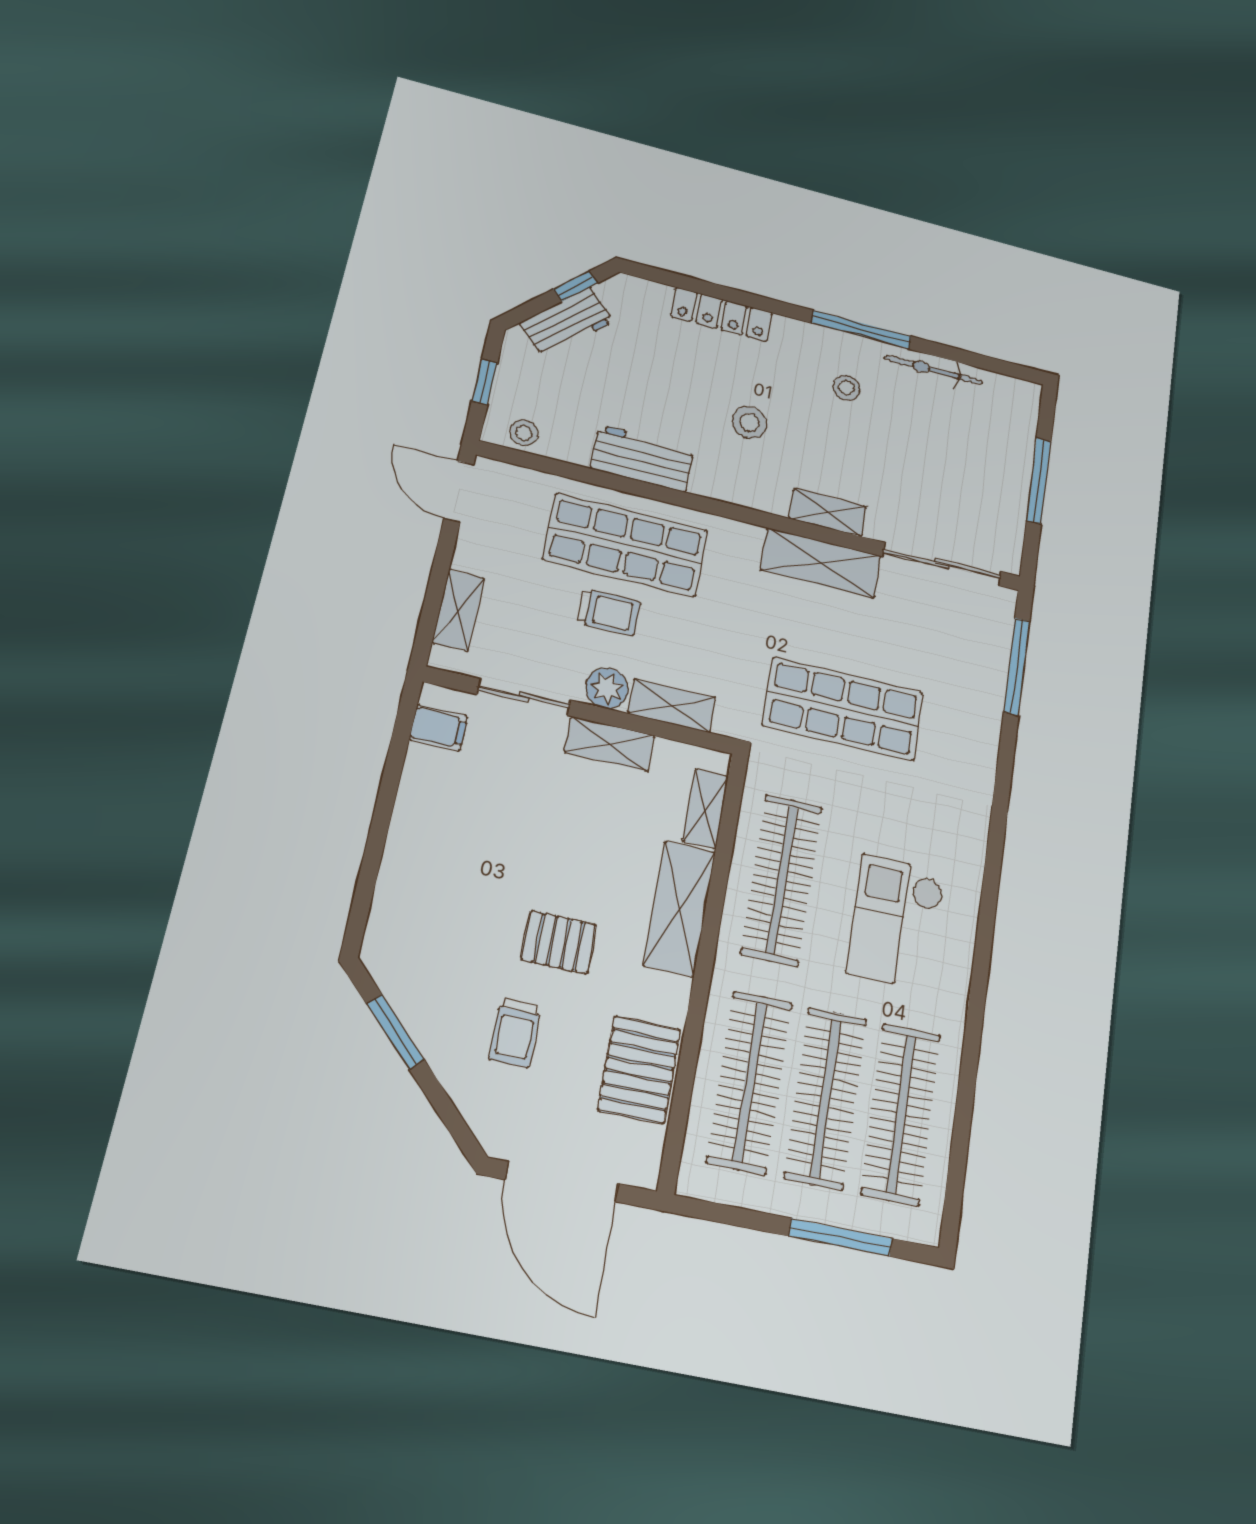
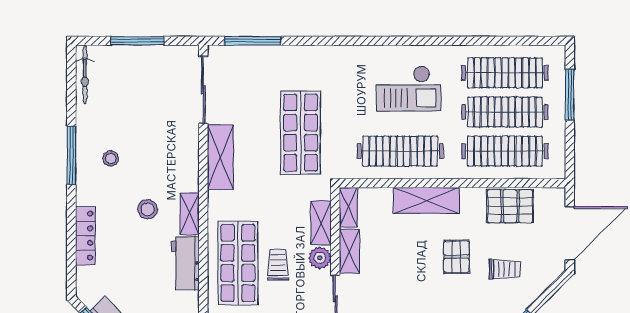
bicycle: (933, 370) -> (85, 75), moved
shelving: (828, 512) -> (190, 214), moved
shelving: (705, 809) -> (348, 207), moved, turned 90

